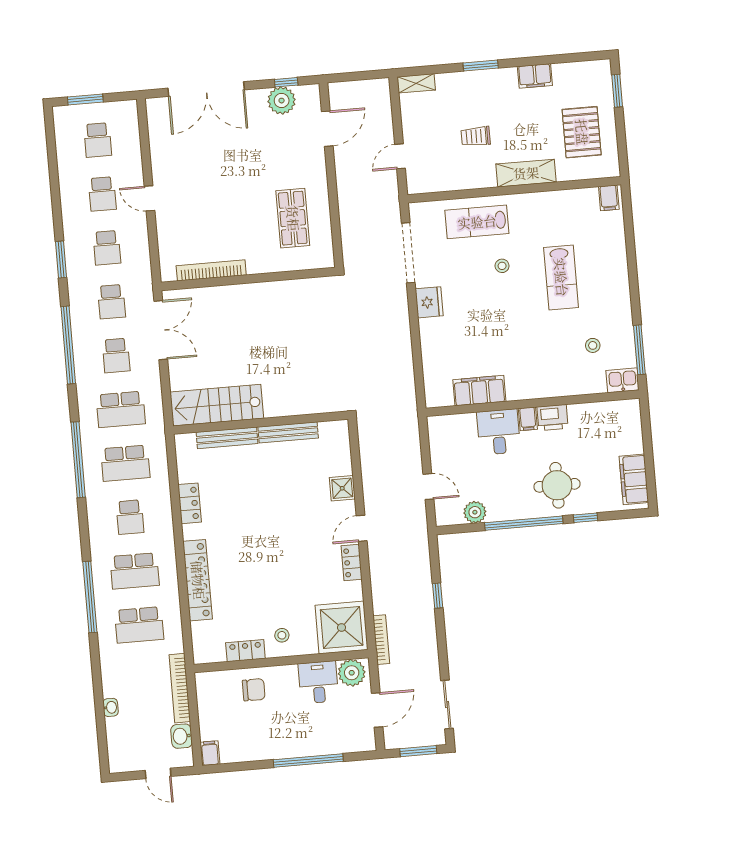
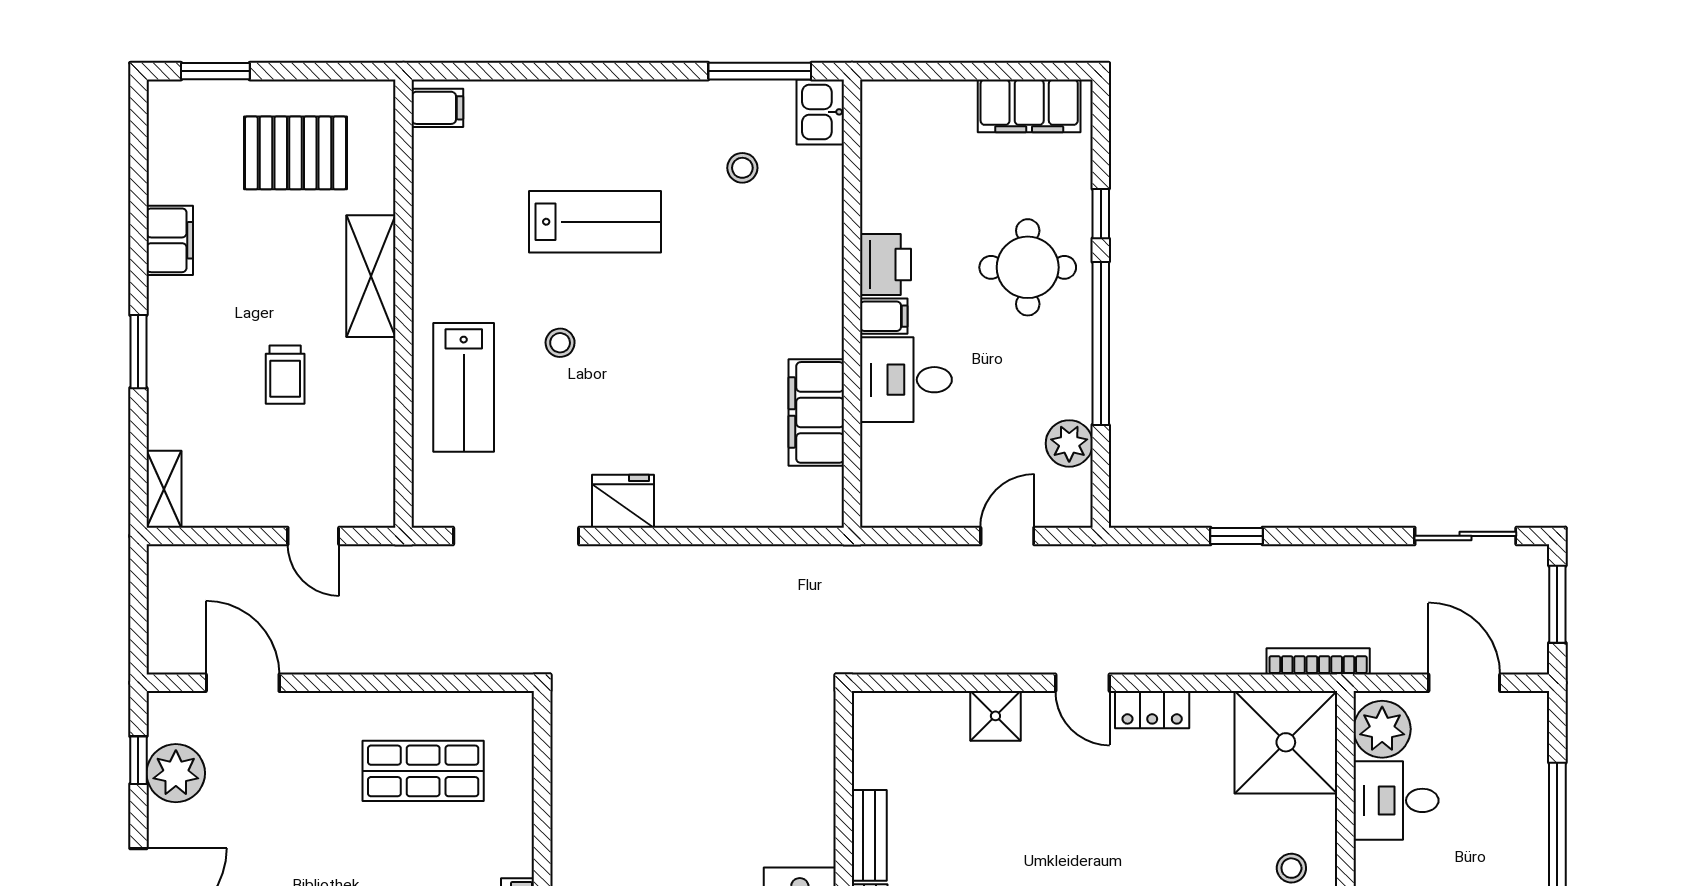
bench: (288, 432) -> (869, 835), width x0.73

